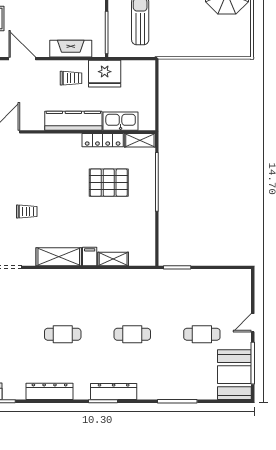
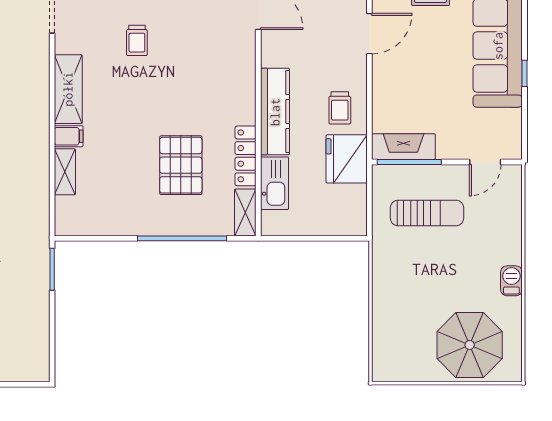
fireplace: (71, 49) -> (403, 147), moved, turned -90

